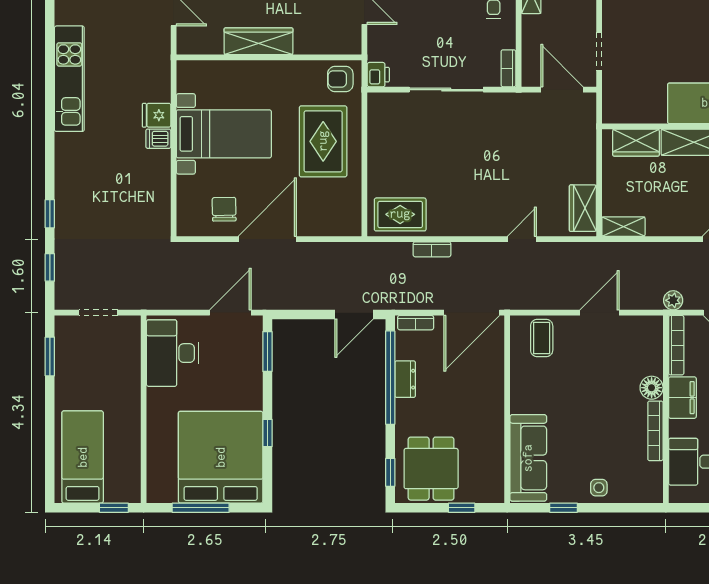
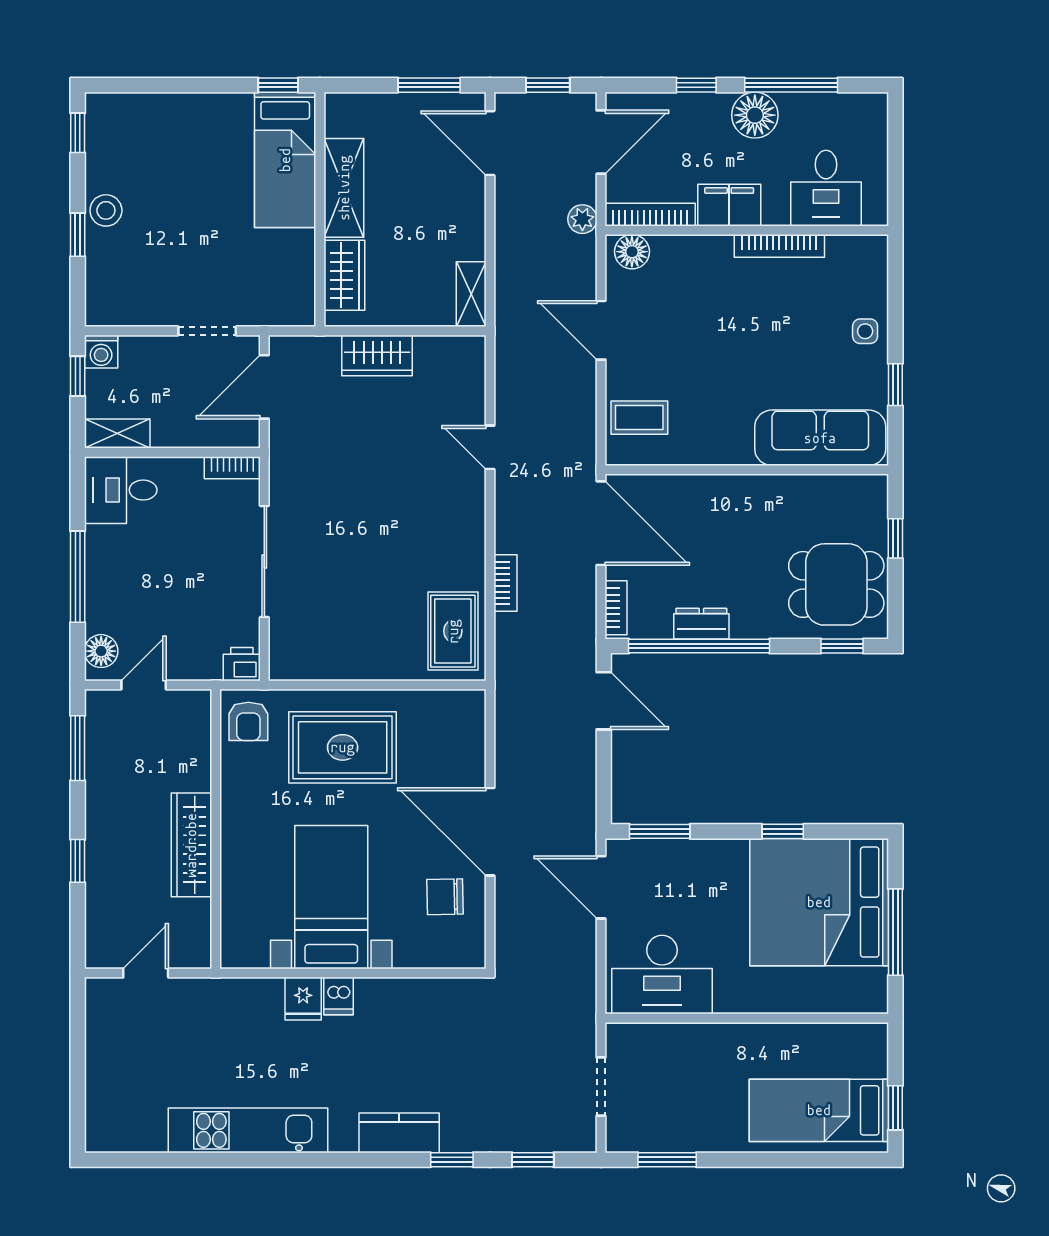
kitchen counter: (68, 179) -> (399, 1133), added
wardrobe: (583, 208) -> (377, 355), moved
floor lamp: (652, 388) -> (632, 252), moved
window: (114, 508) -> (895, 1108), moved

